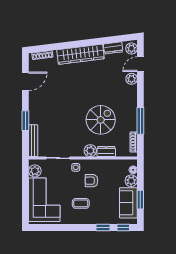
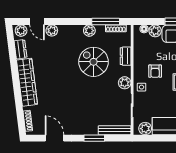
plant: (131, 116) -> (89, 31), added
window: (140, 121) -> (106, 22), moved
plant: (90, 151) -> (125, 83), moved

